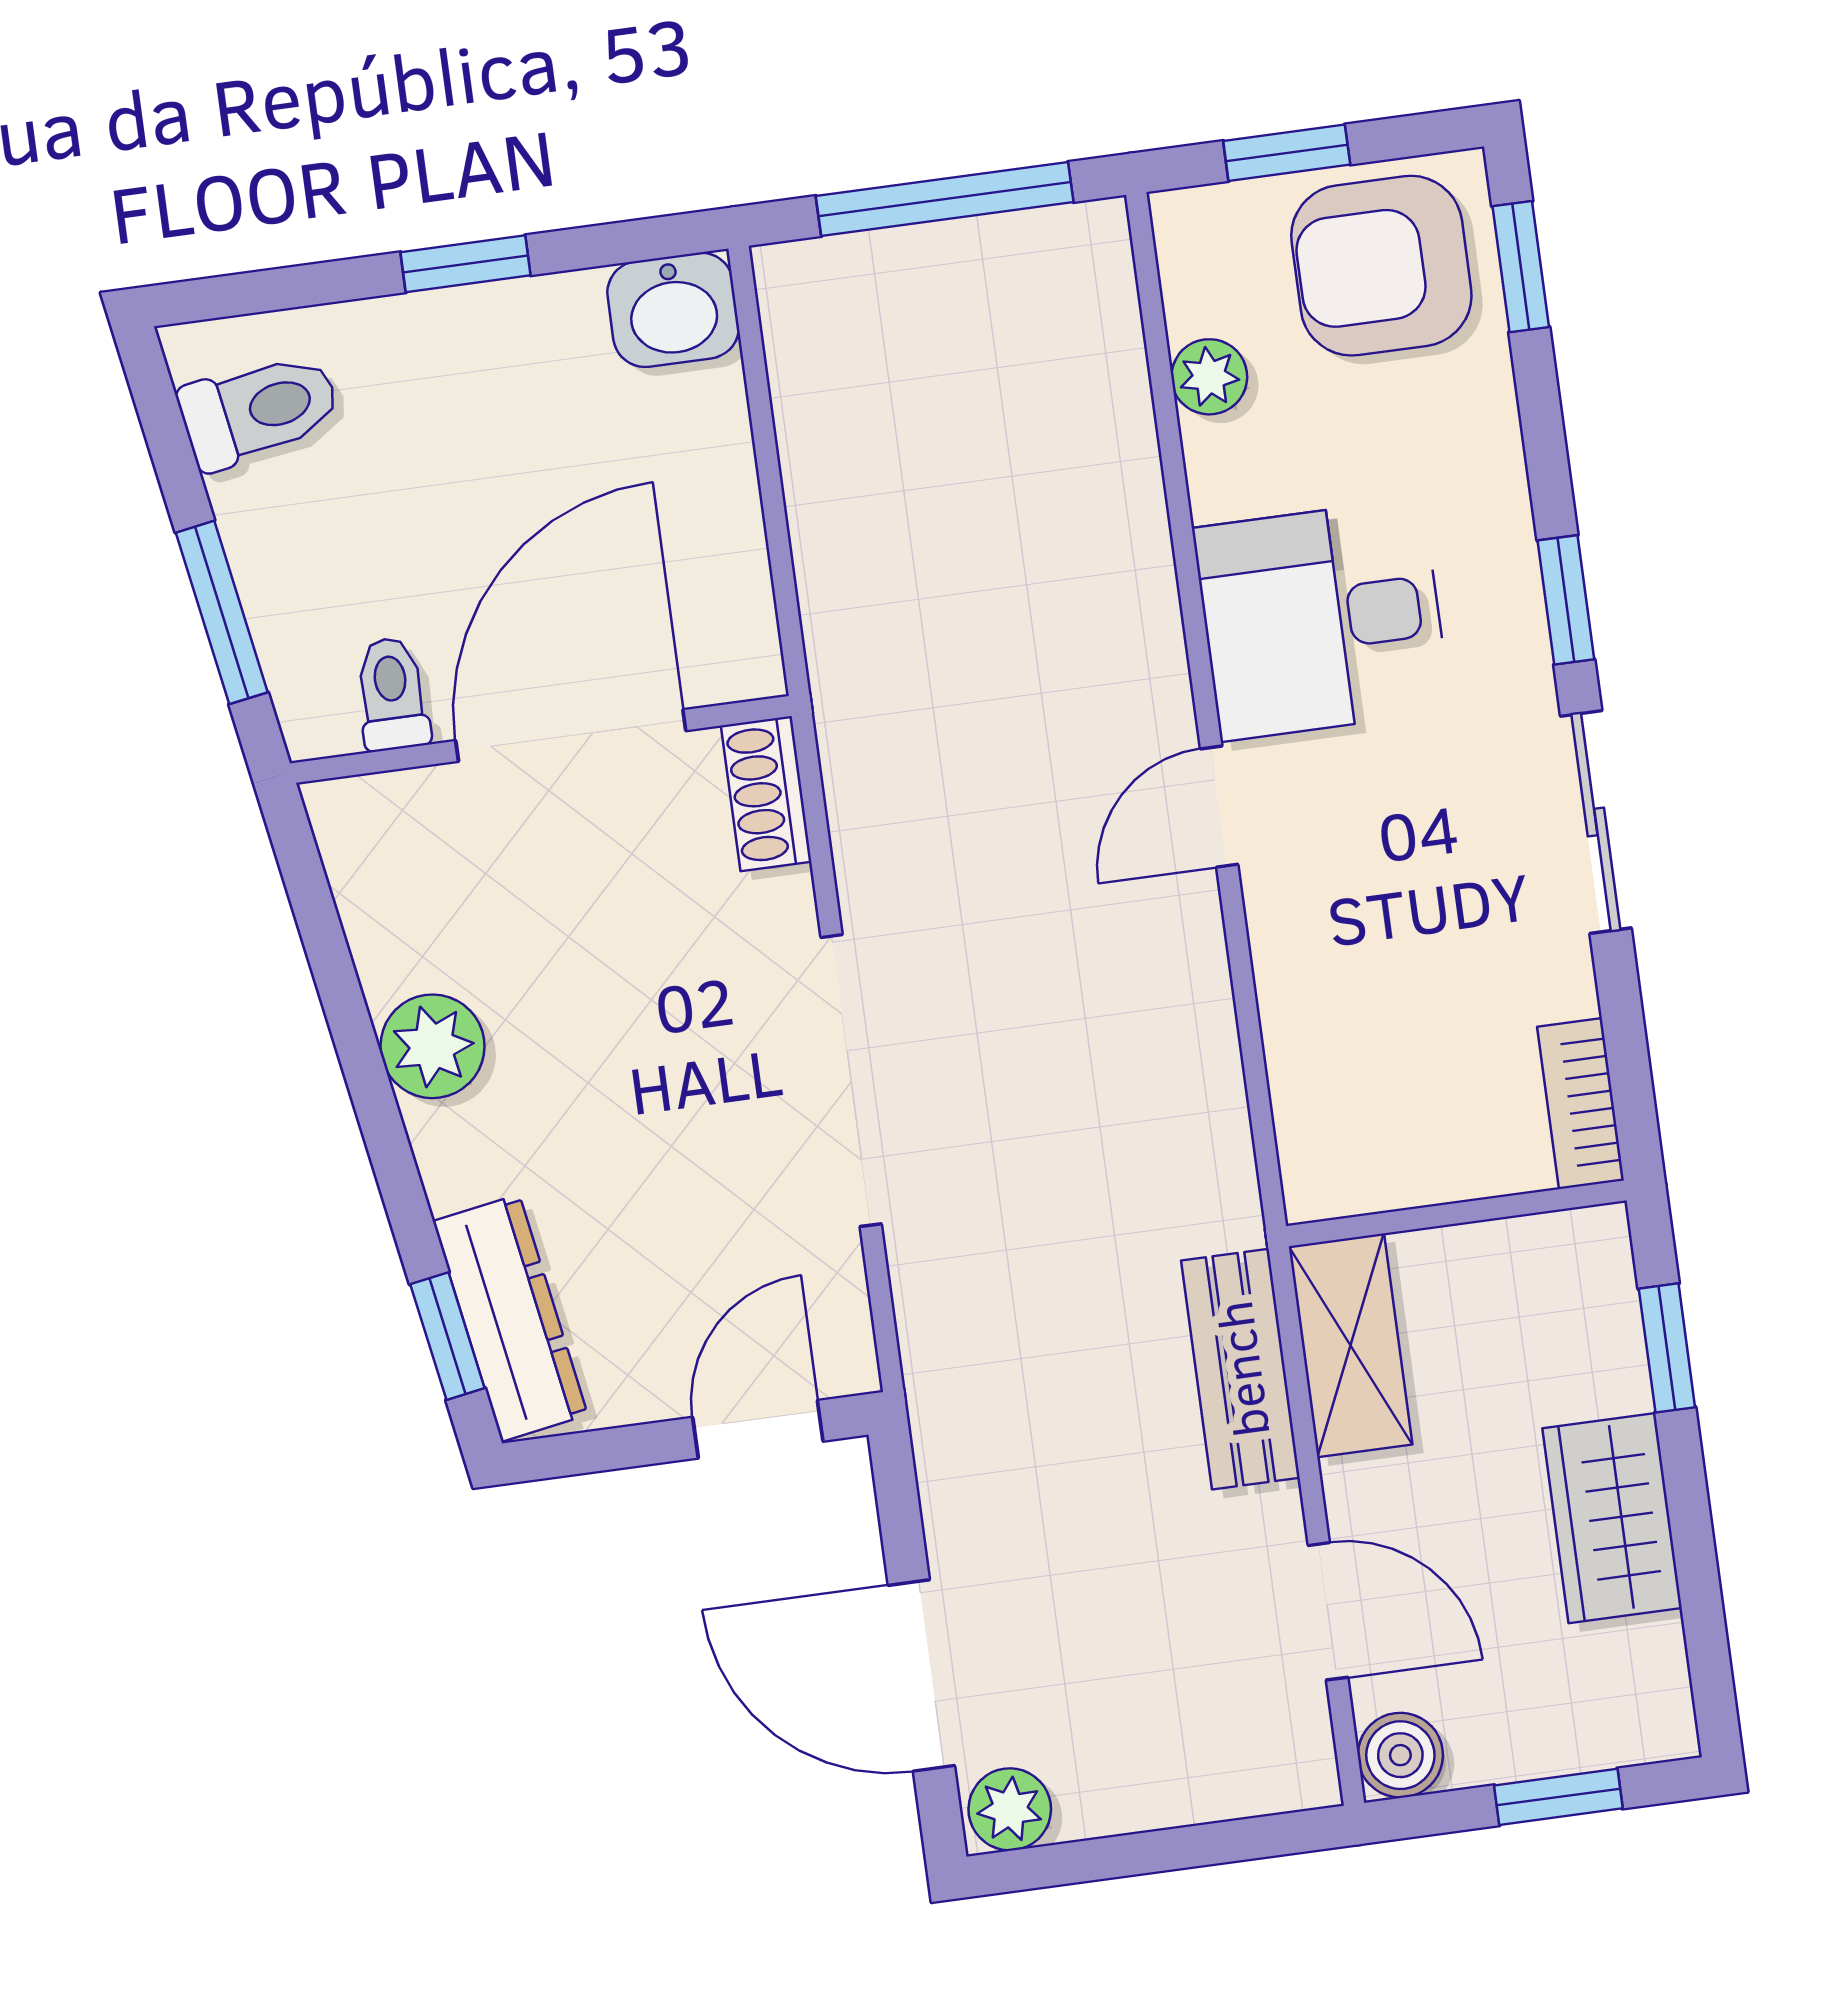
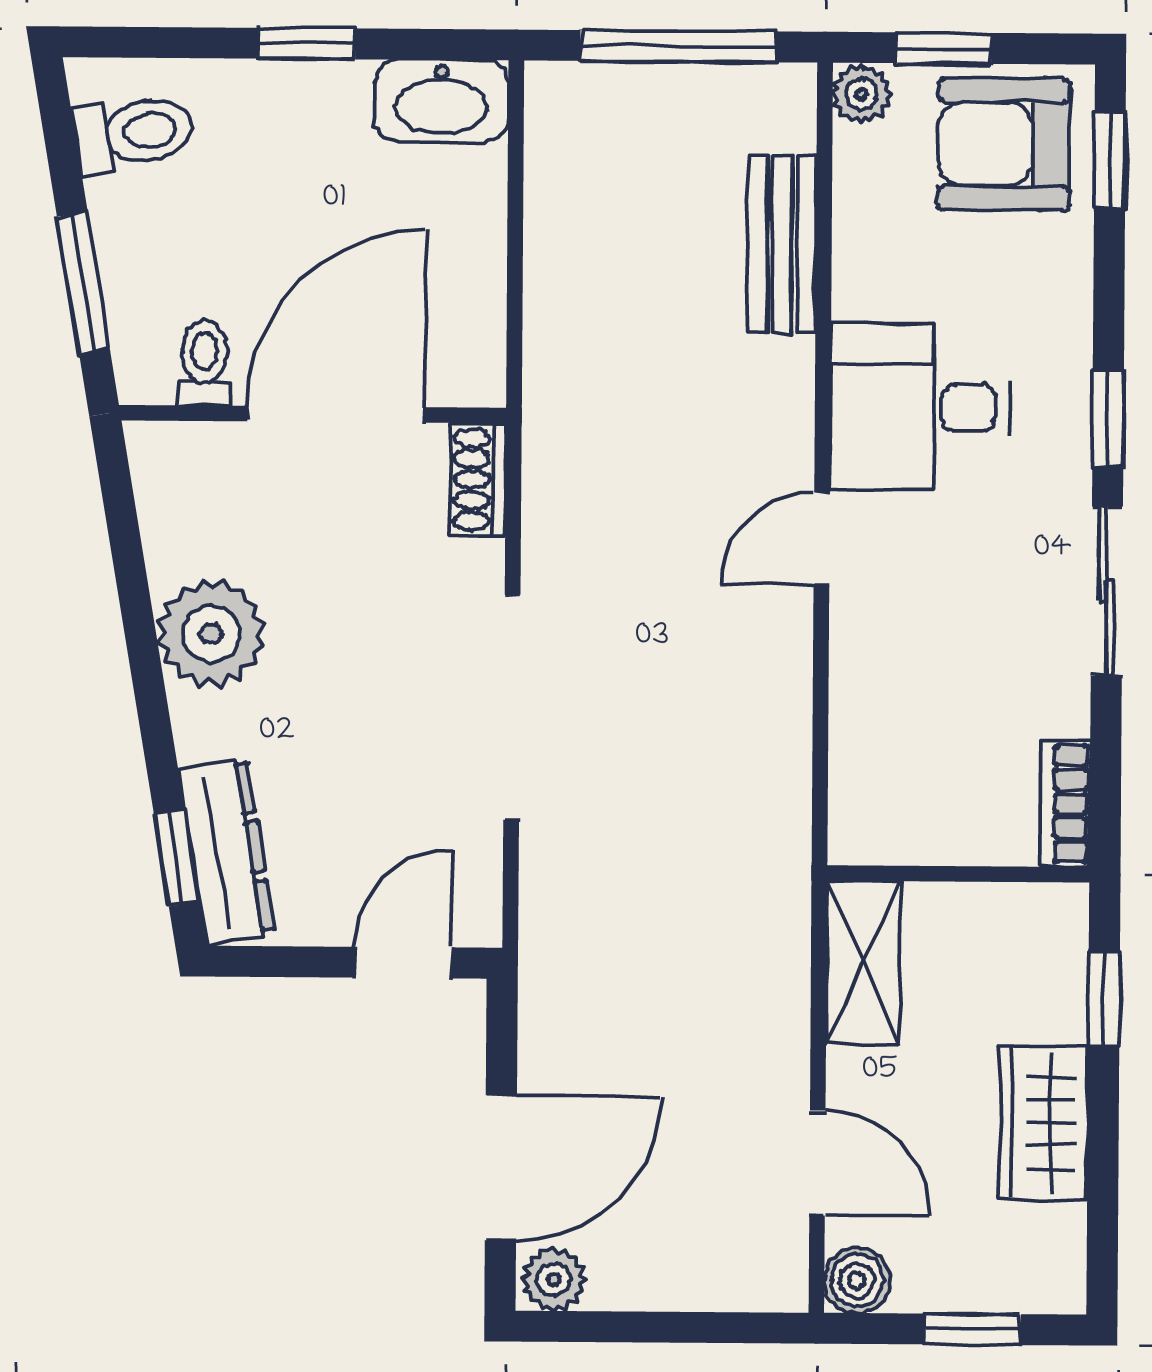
washbasin: (673, 310) -> (441, 101), width x1.38
plant: (1209, 377) -> (862, 94), moved
plant: (433, 1046) -> (211, 633), width x1.36, depth x1.36
bench: (1241, 1369) -> (782, 244), moved
door: (921, 1676) -> (501, 1168), swing flipped

